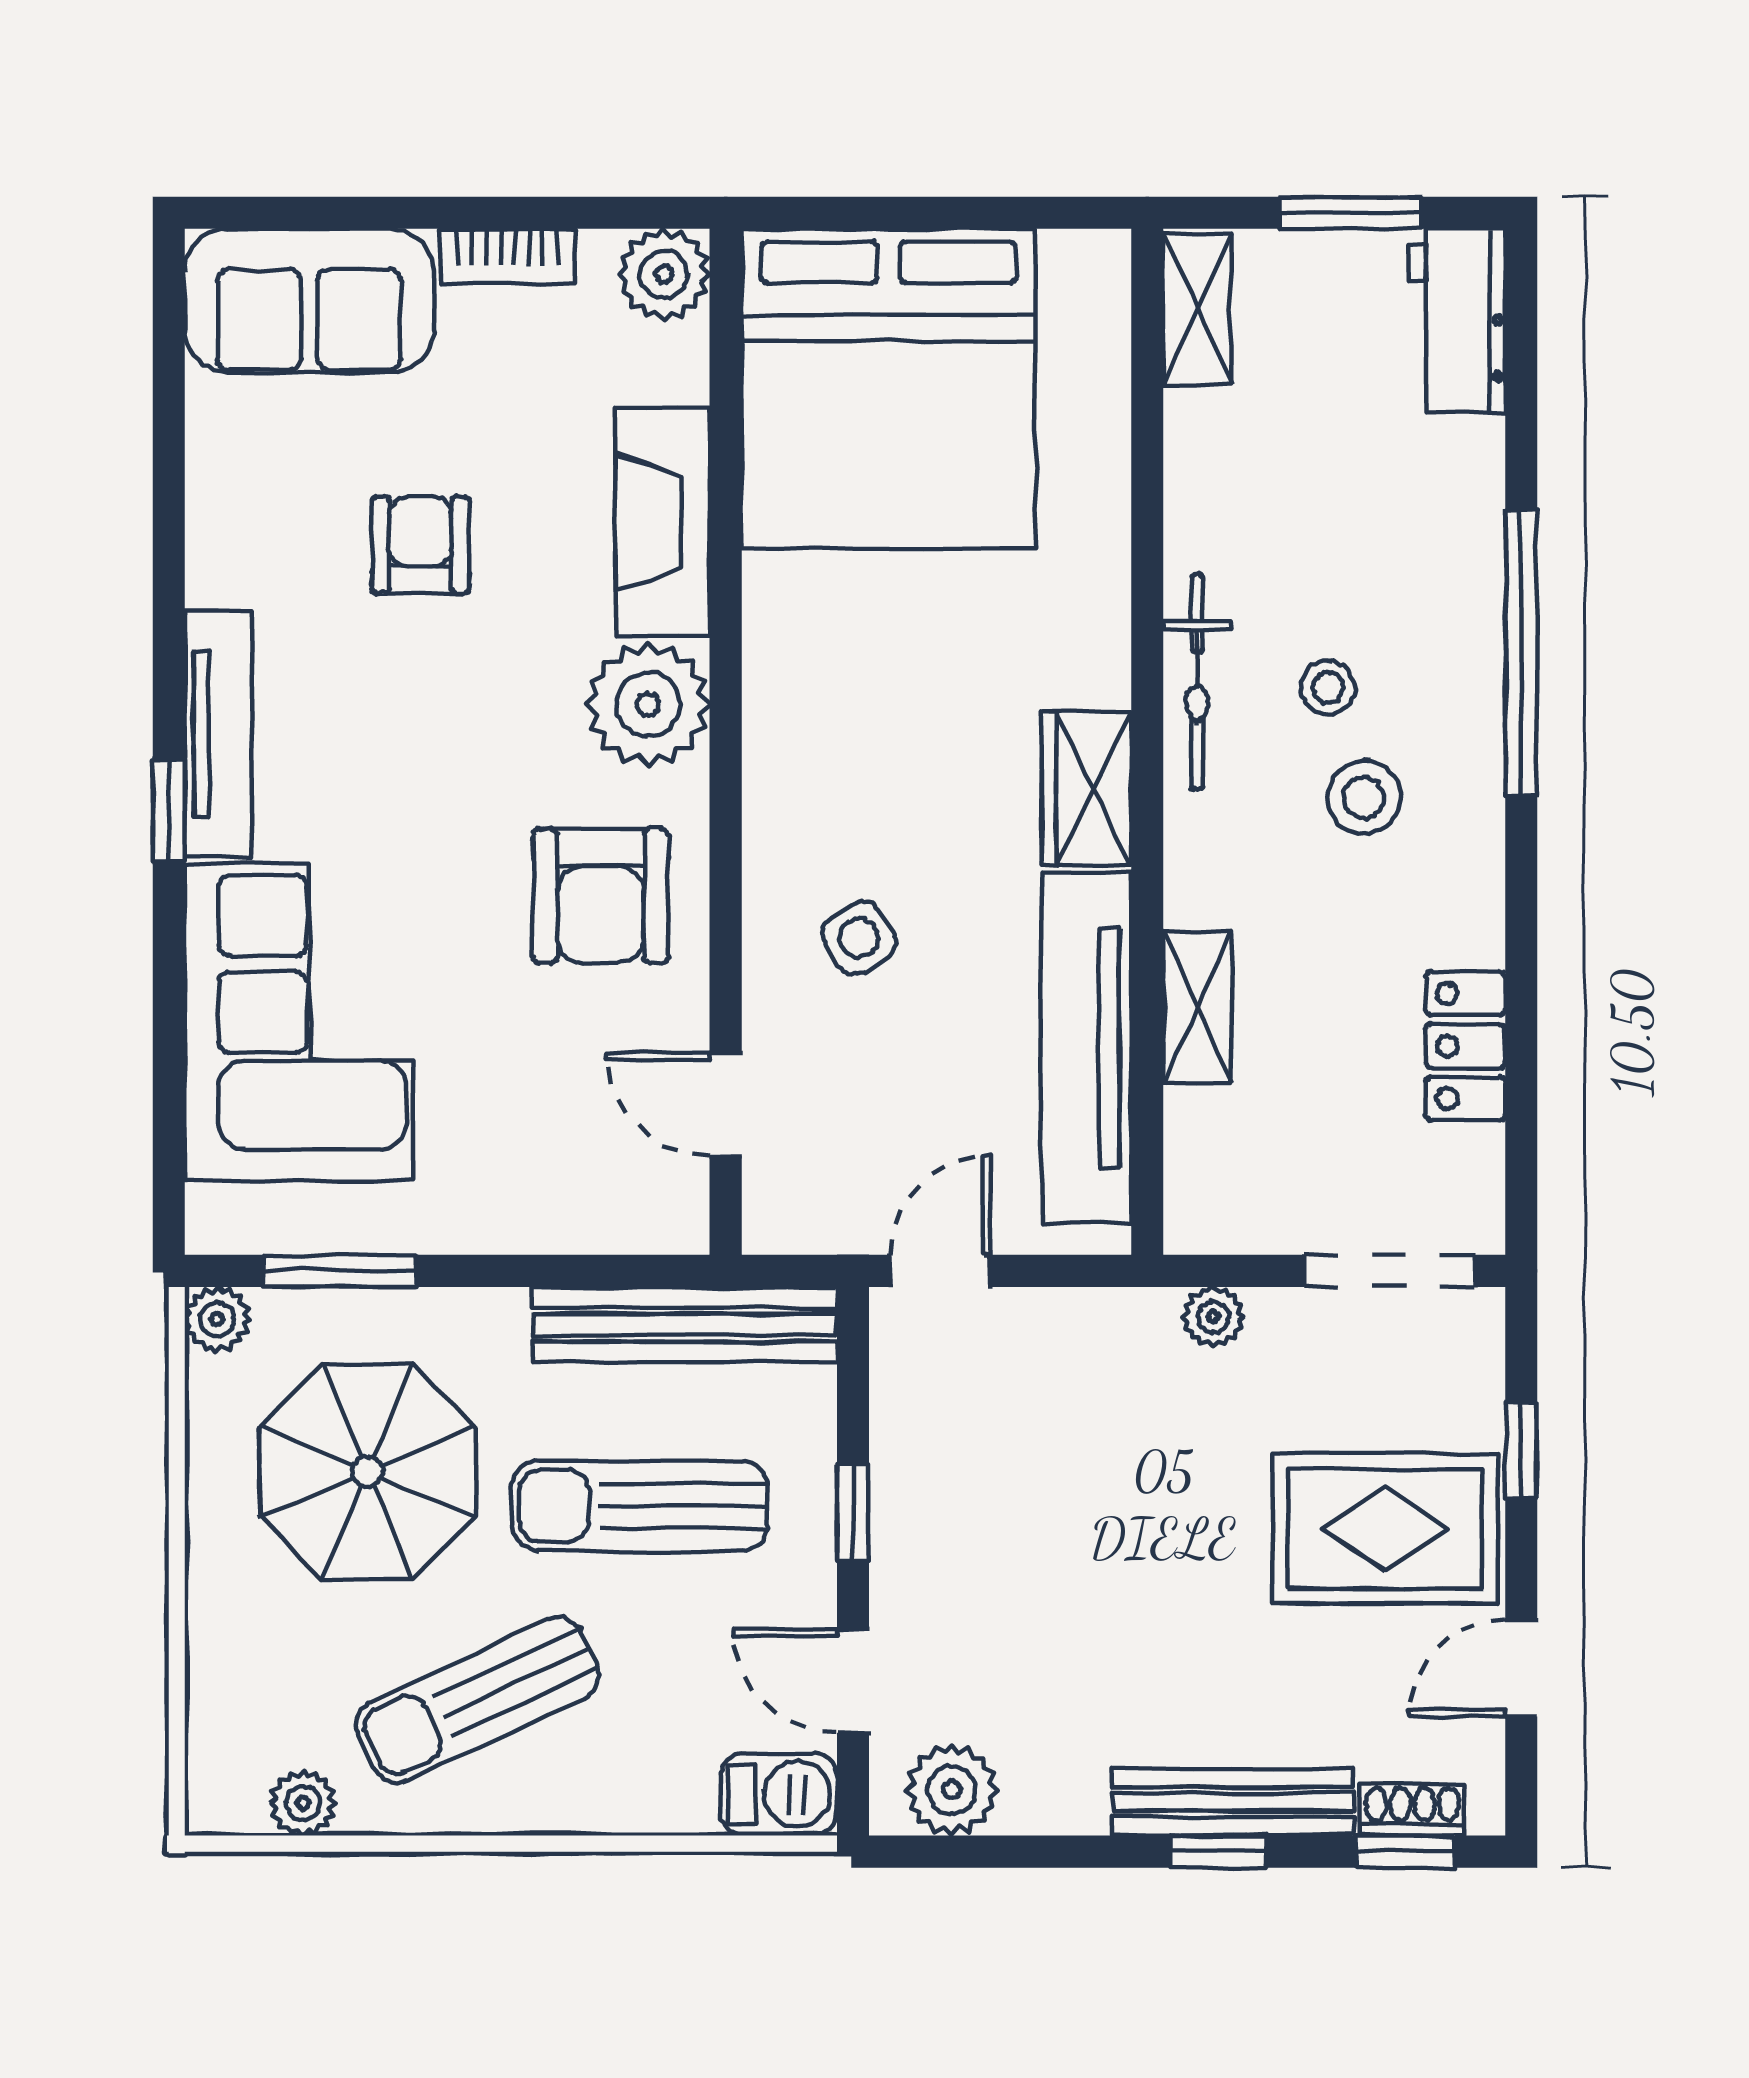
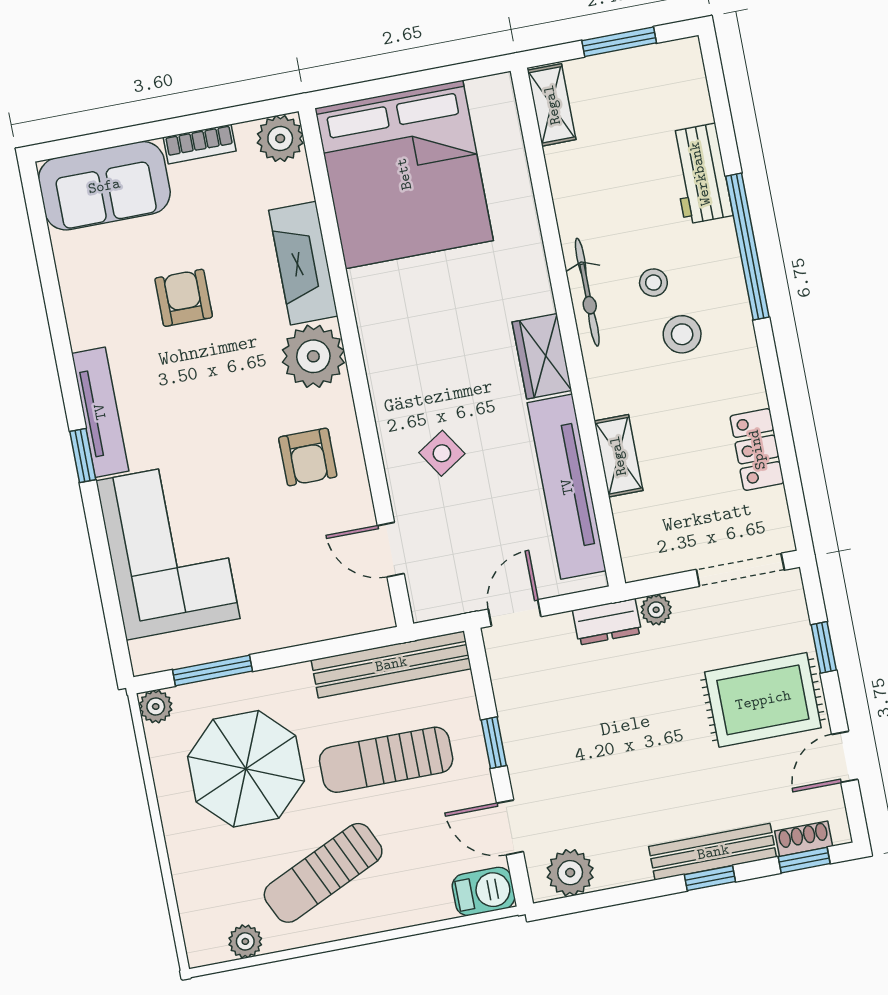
workbench: (1458, 321) -> (700, 174), moved
armchair: (600, 896) -> (308, 457), width x0.72, depth x0.72
dresser: (1115, 1322) -> (607, 622), added

